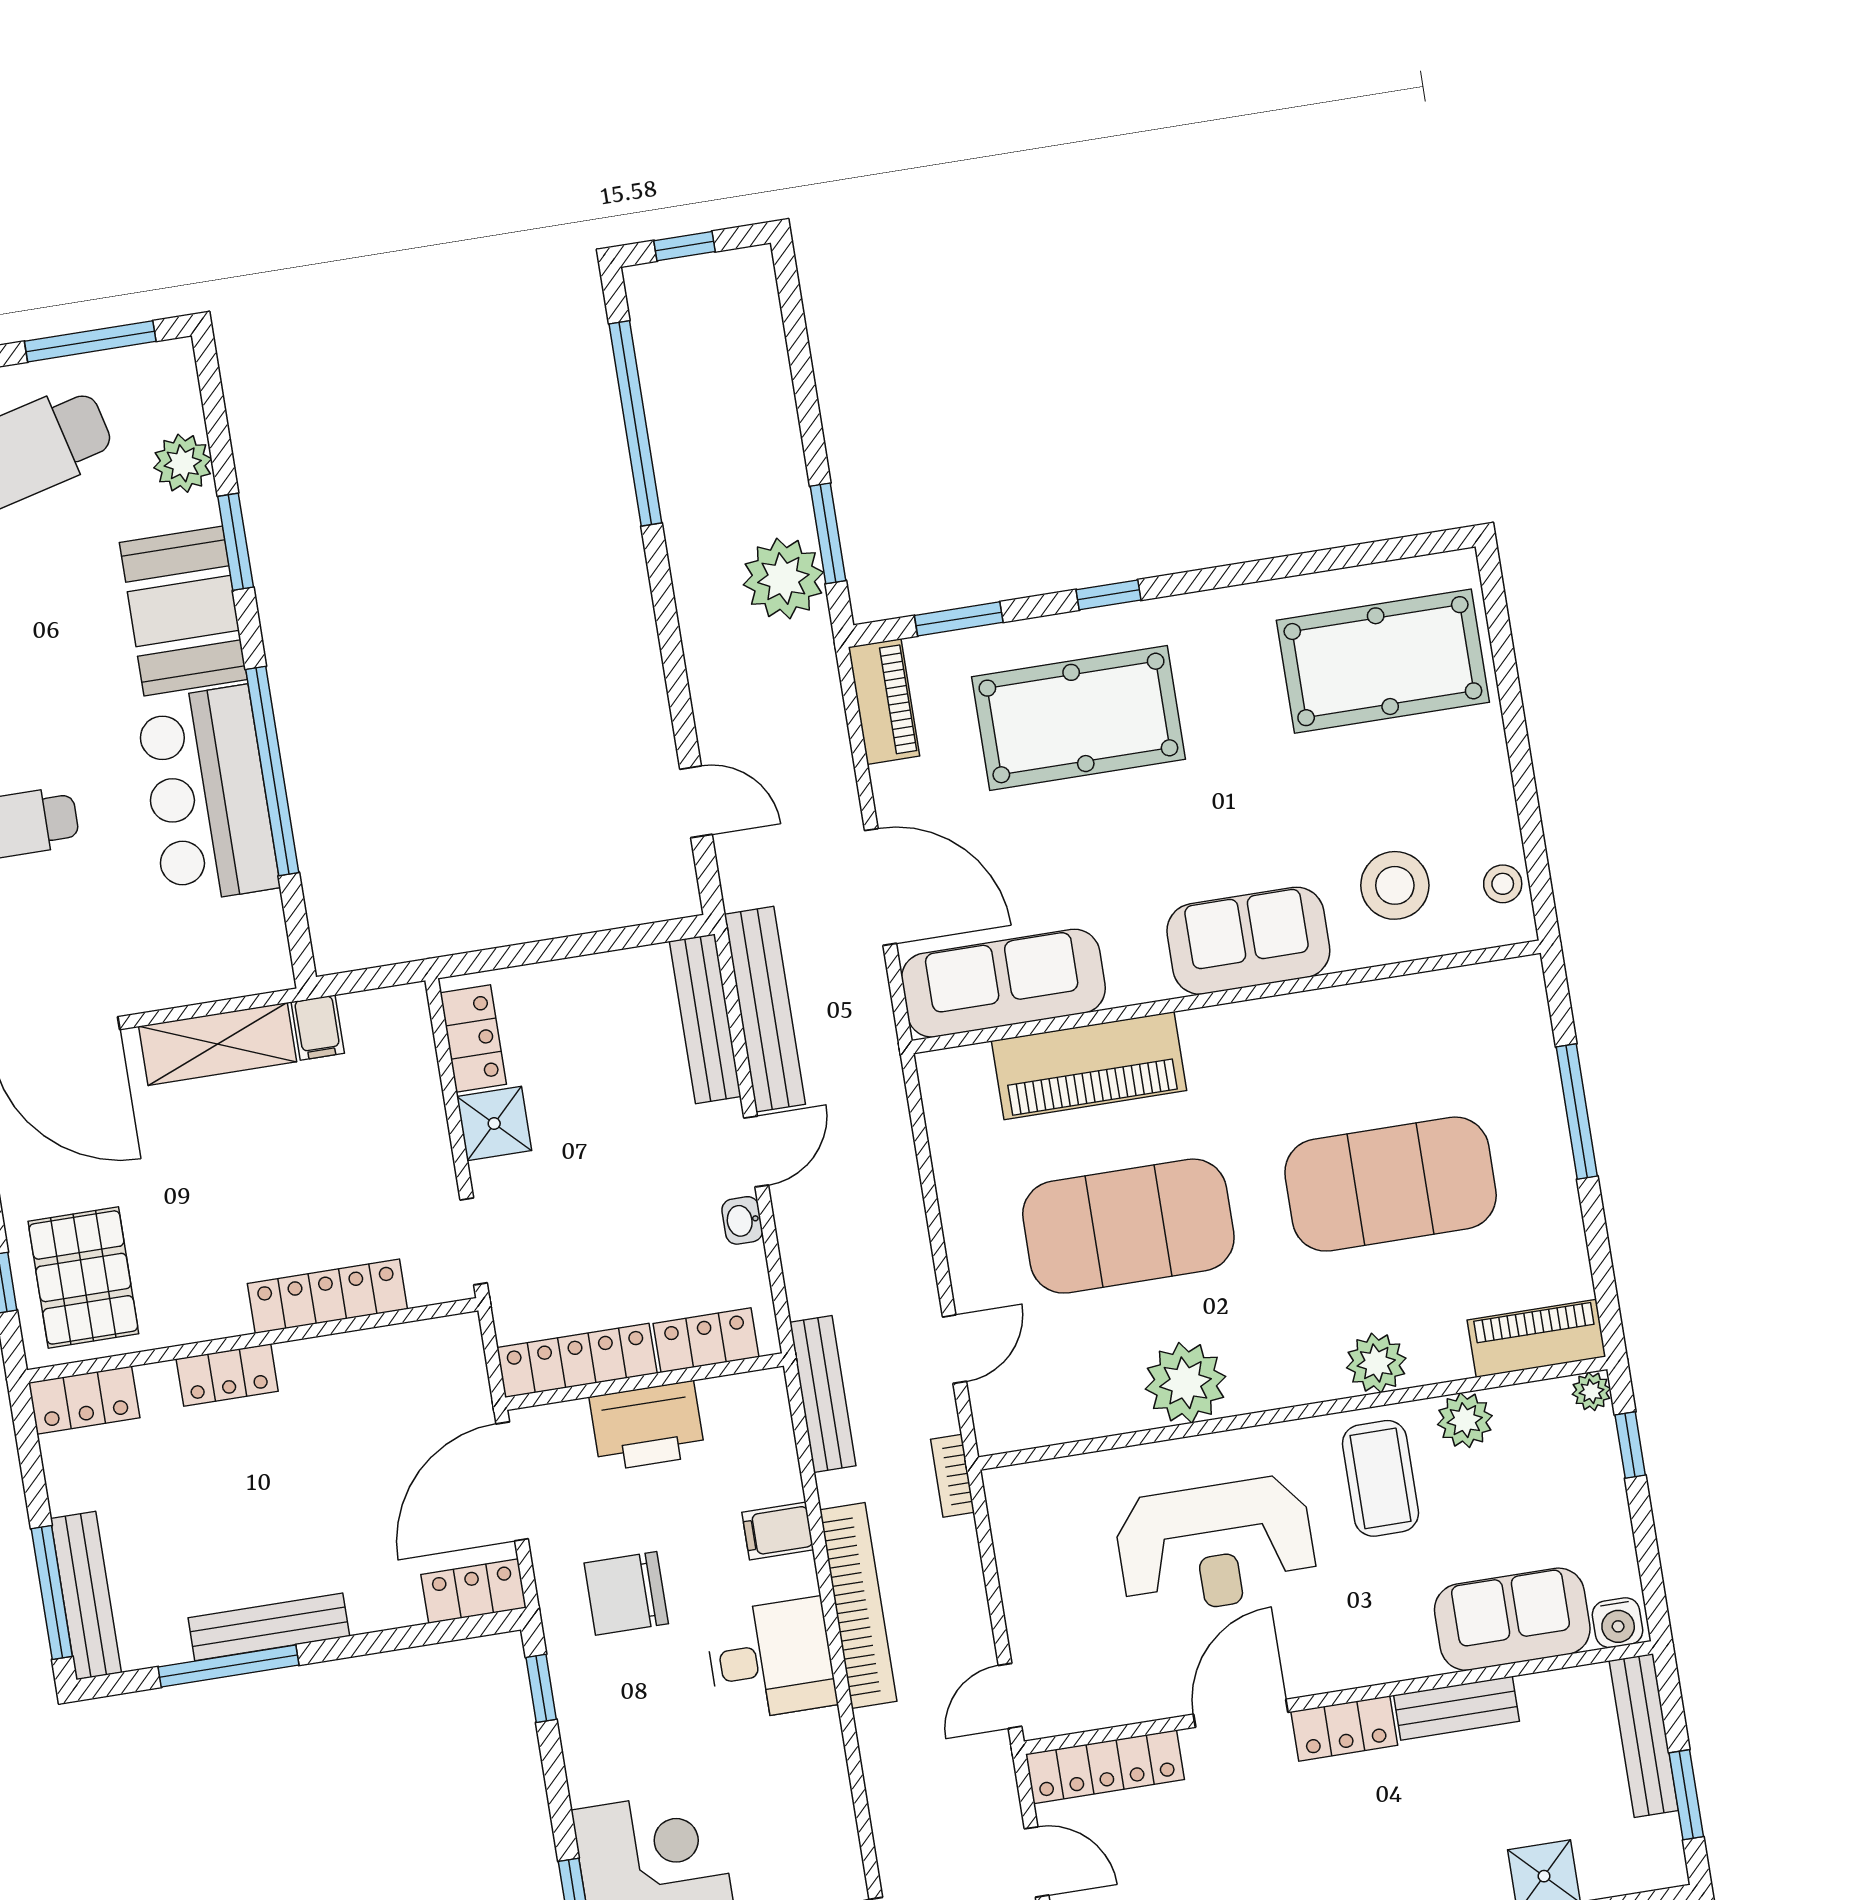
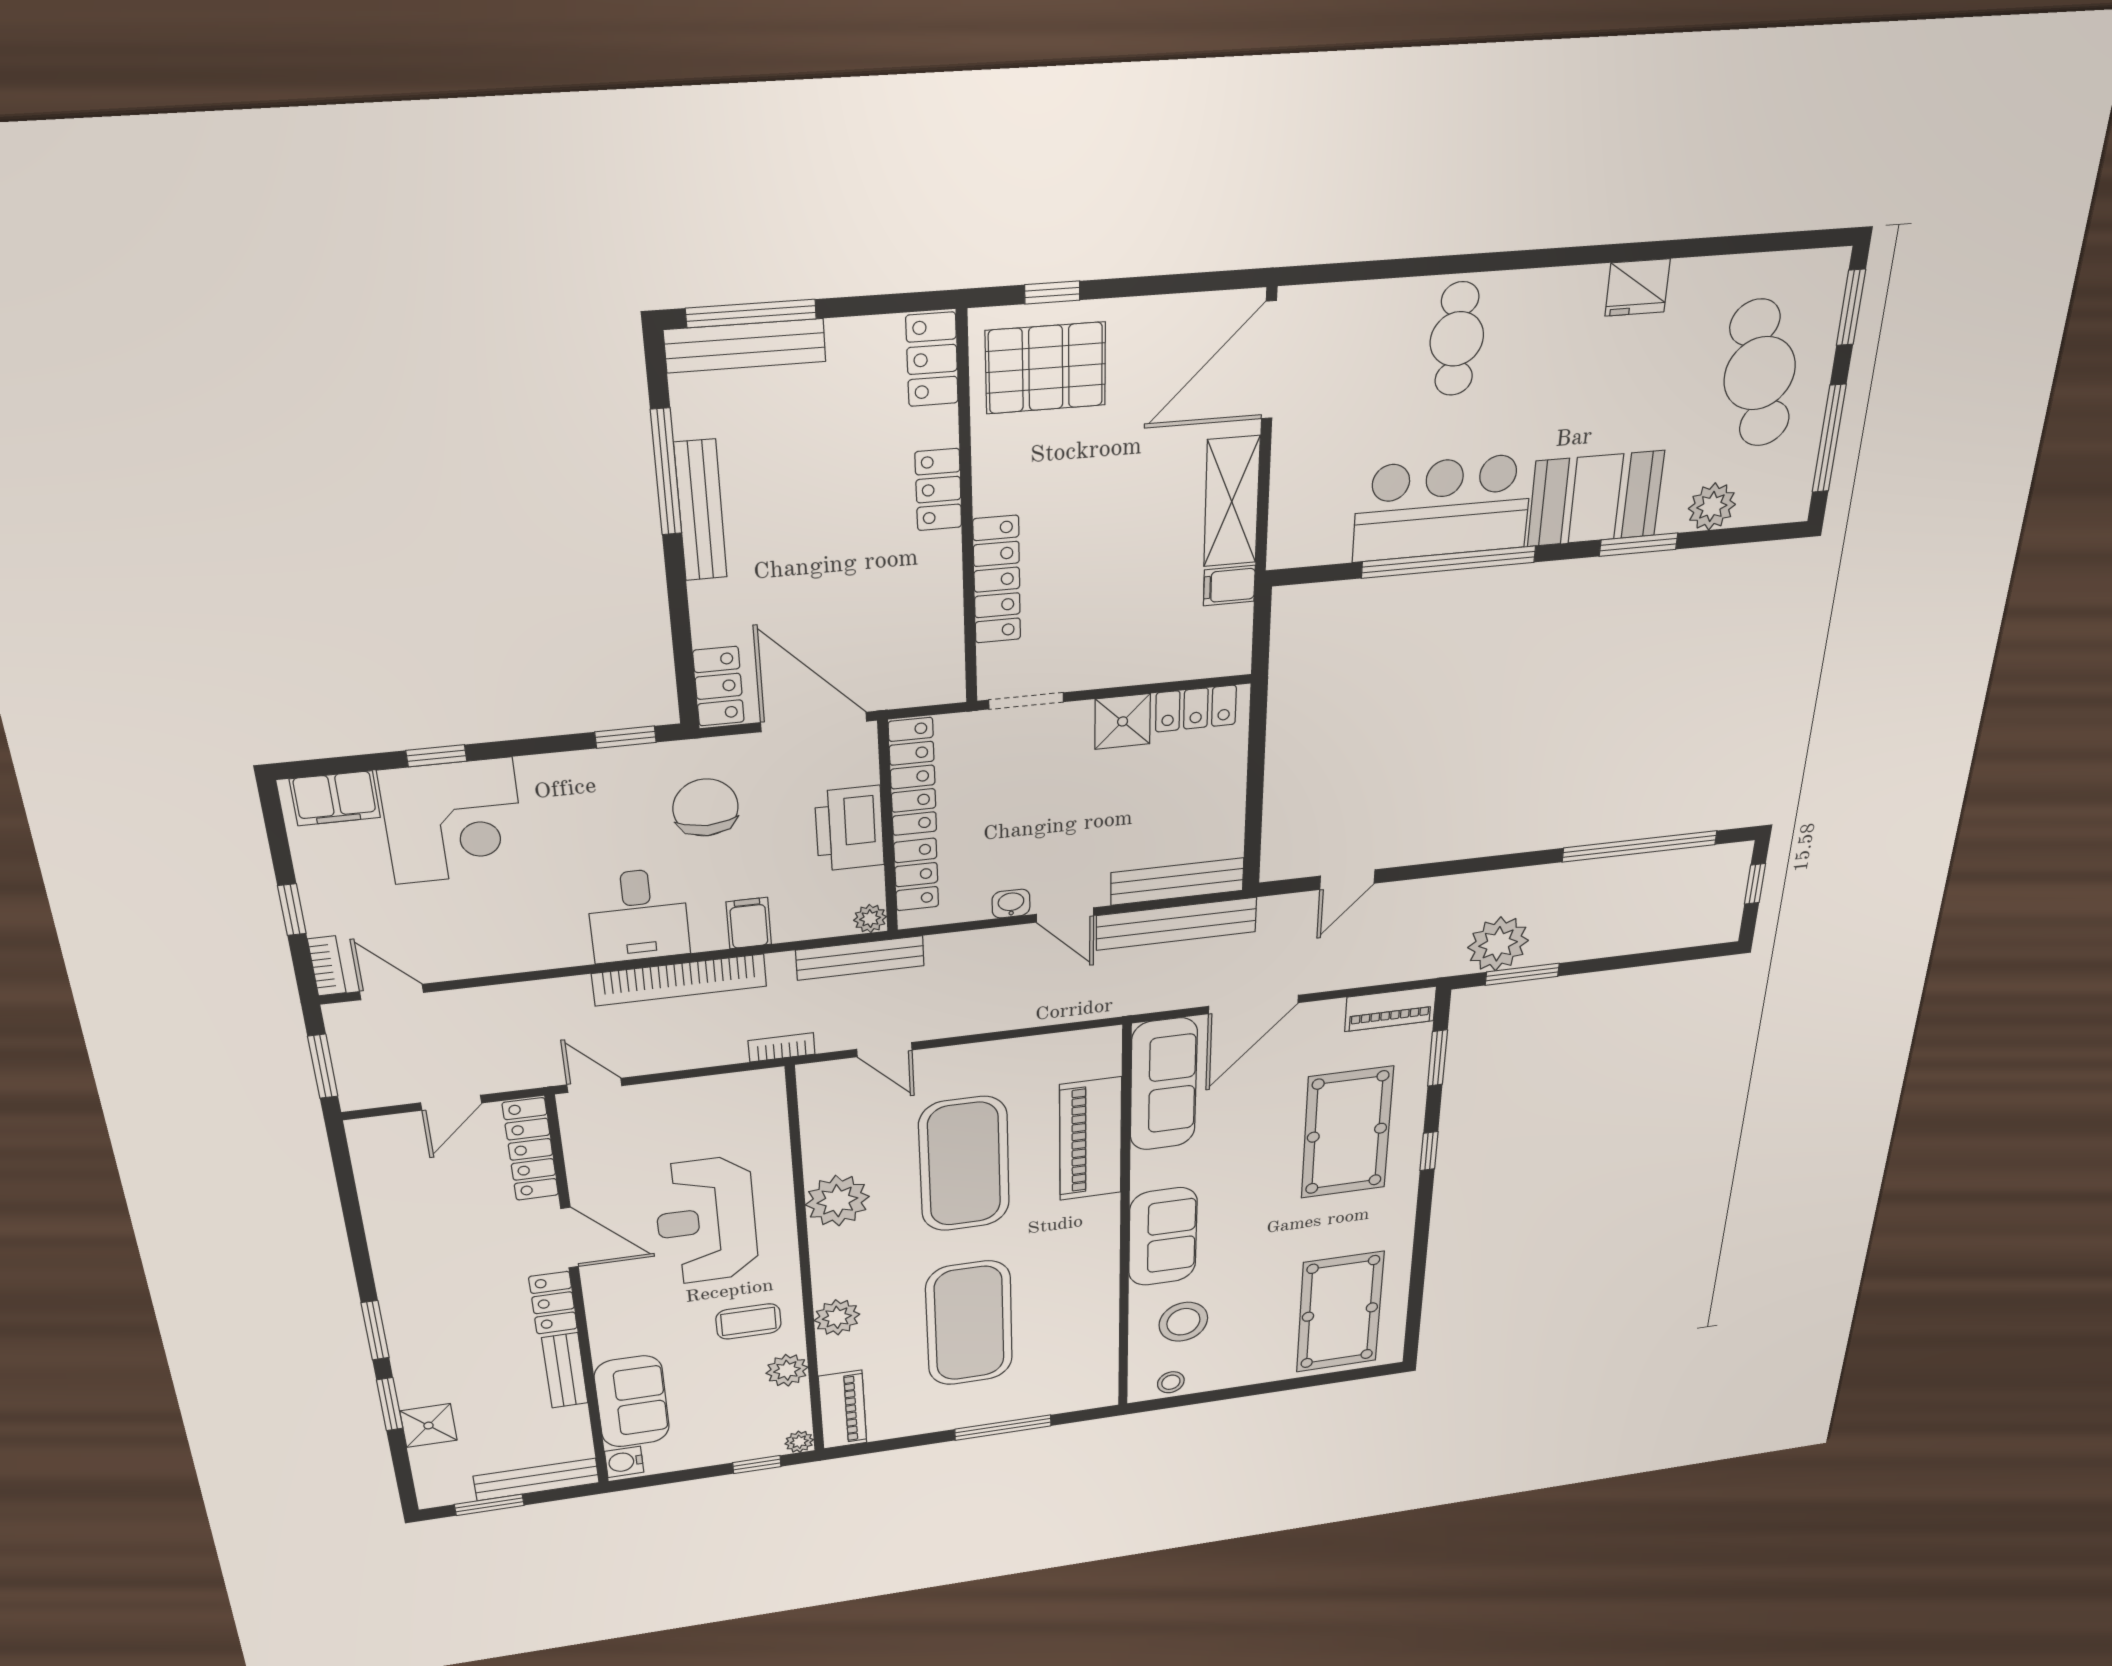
plant: (768, 1388) -> (870, 919), added
coffee table: (1380, 1478) -> (748, 1321), width x0.73, depth x0.77

